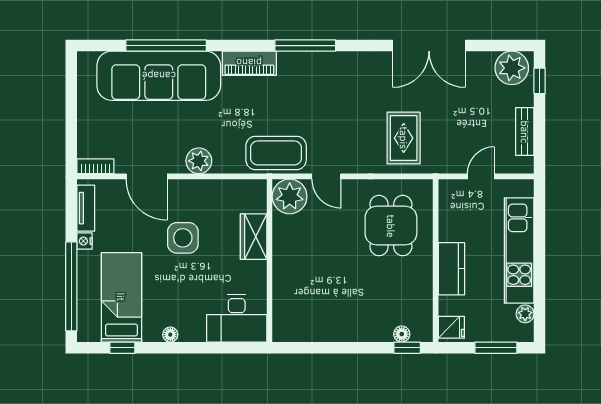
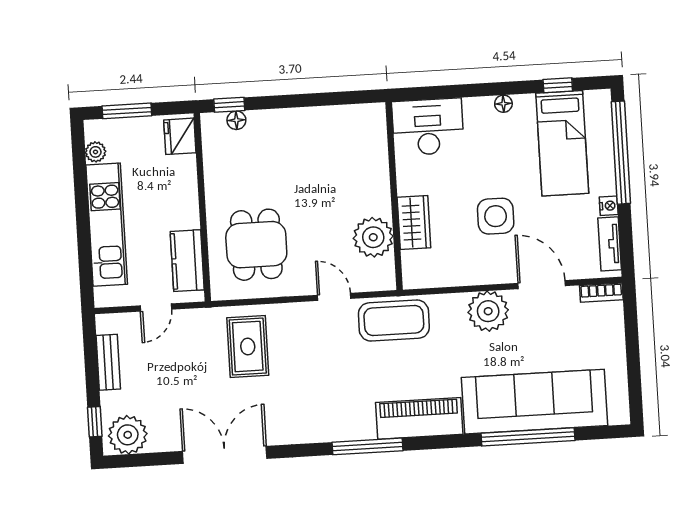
piano: (249, 63) -> (419, 418), width x1.37, depth x1.33
plant: (199, 161) -> (488, 311), width x1.36, depth x1.36
plant: (290, 196) -> (373, 237), moved
kitchen counter: (451, 269) -> (187, 261), moved
fridge: (451, 327) -> (180, 136), width x1.38

